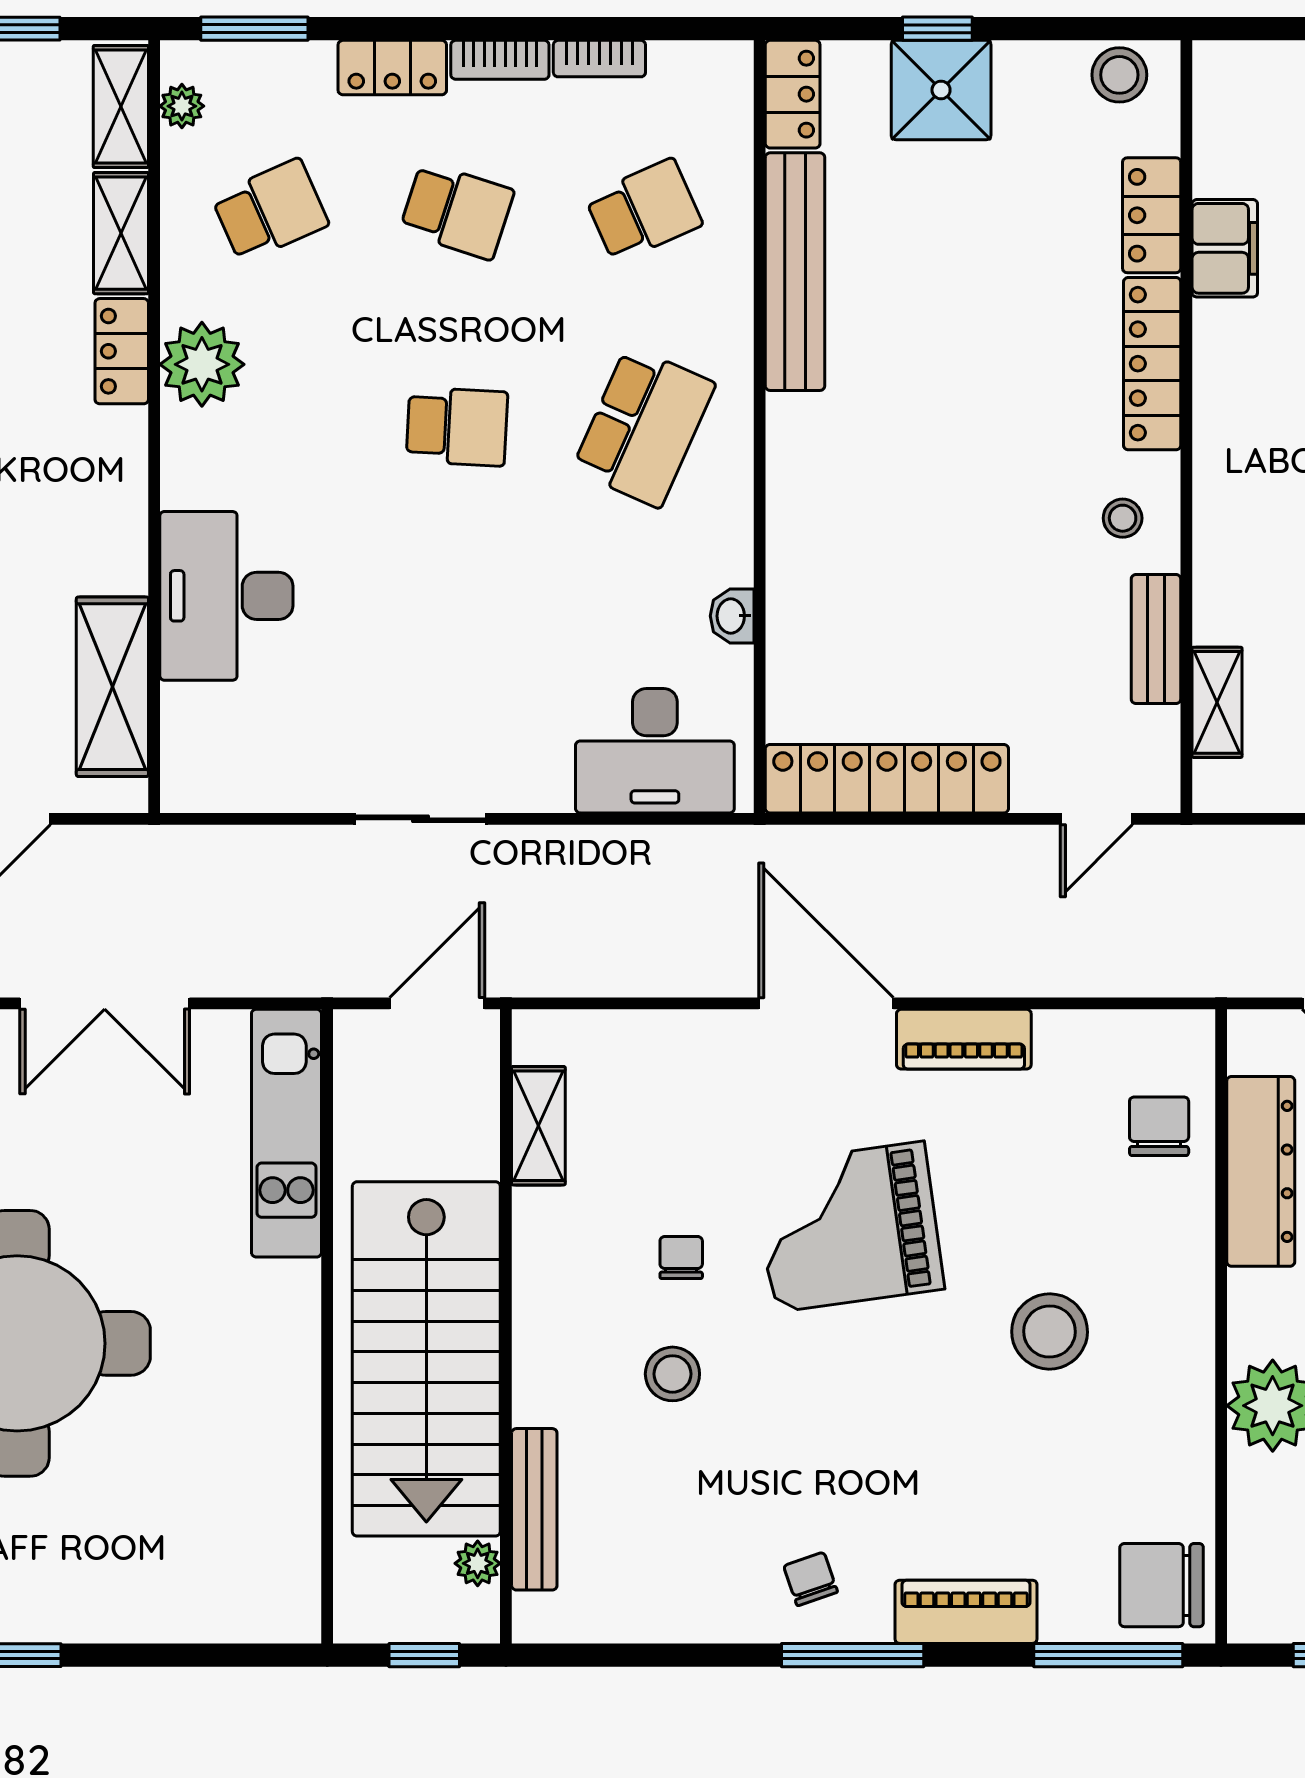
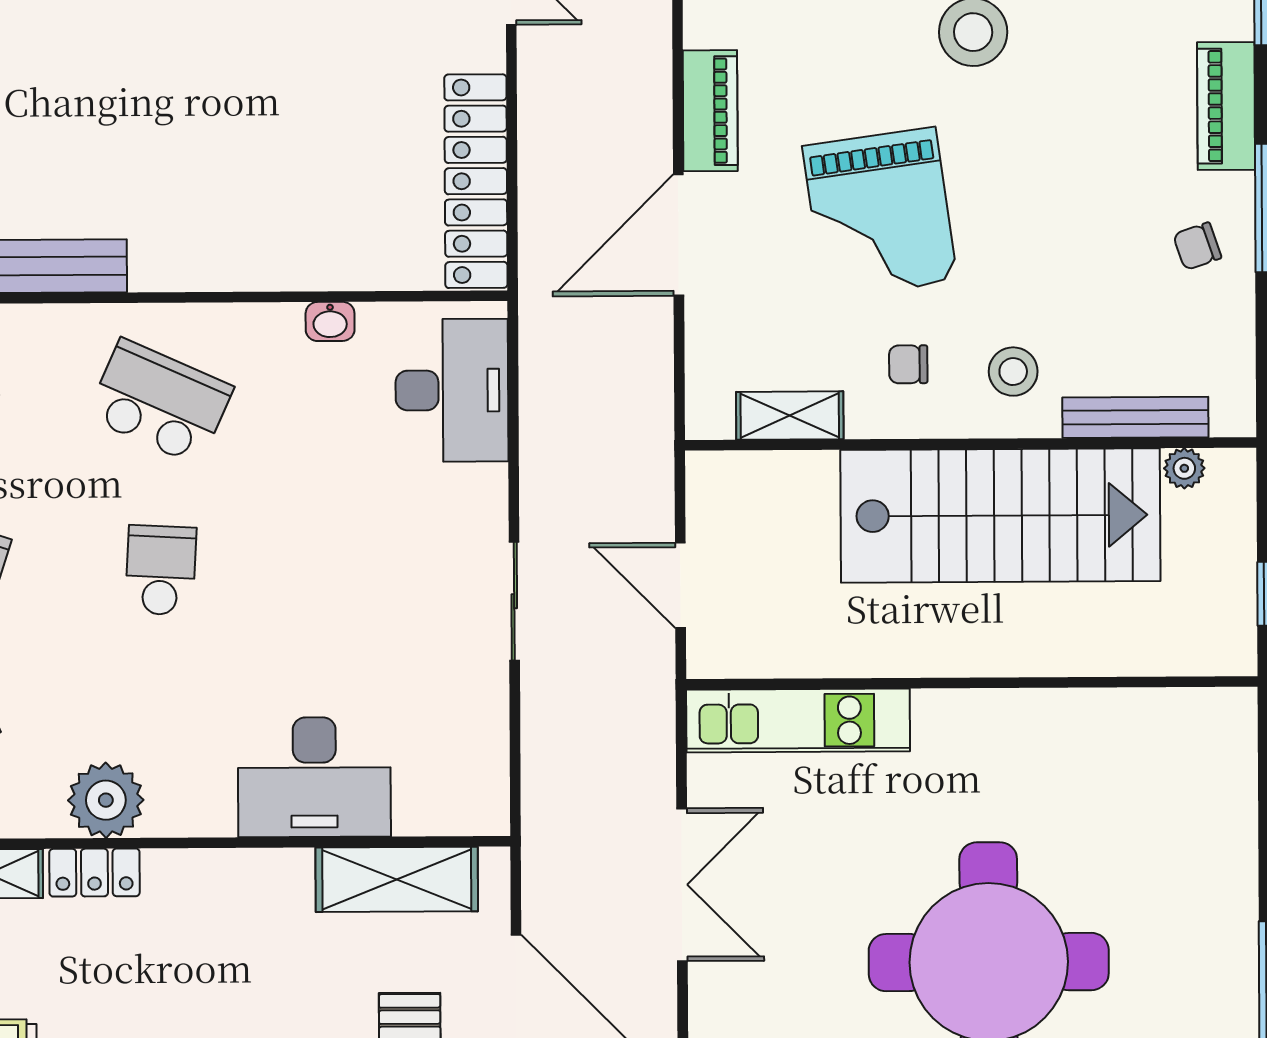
shelving: (538, 1126) -> (790, 416), moved
wall: (506, 1326) -> (971, 444), moved
stairs: (426, 1359) -> (1000, 515), moved
bench: (534, 1509) -> (1135, 417), moved
plant: (478, 1563) -> (1184, 468), moved

